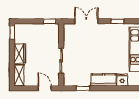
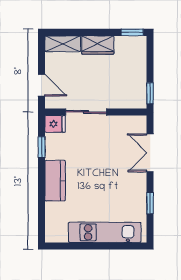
double door: (86, 21) -> (150, 153), swing flipped
fridge: (122, 80) -> (55, 124), moved
door: (45, 88) -> (42, 85), hinge flipped

